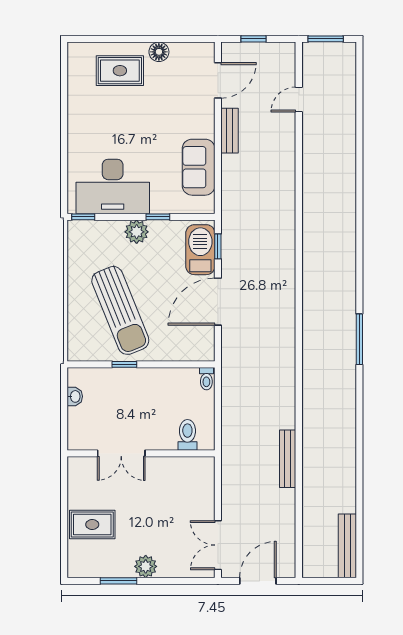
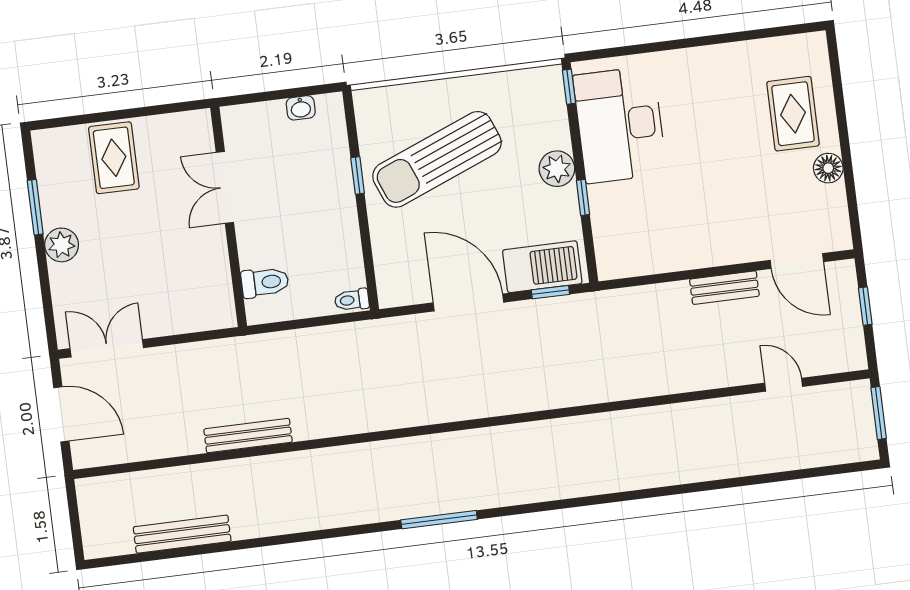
sofa: (199, 167) -> (664, 249), removed
bench: (347, 546) -> (182, 534), moved

